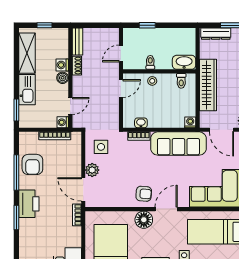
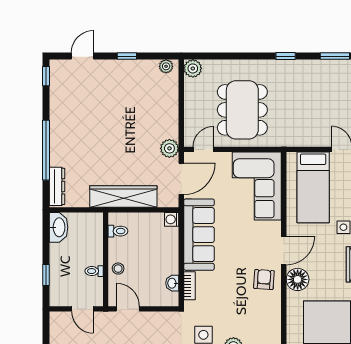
washbasin: (184, 62) -> (59, 227), moved, turned 180
door: (166, 209) -> (284, 251), swing flipped

